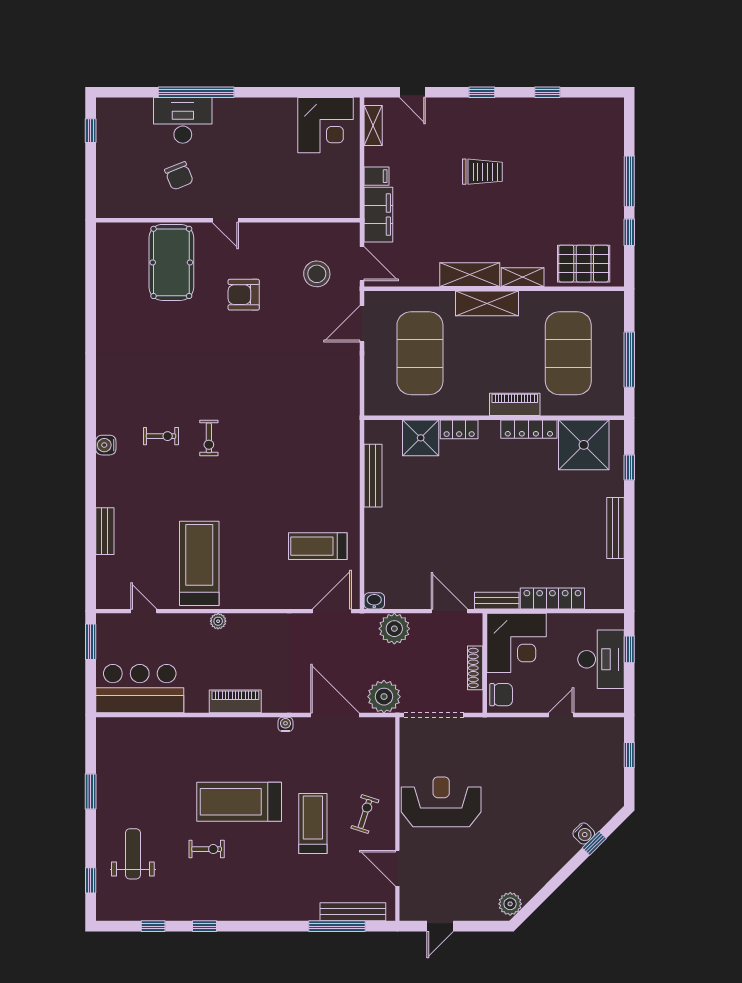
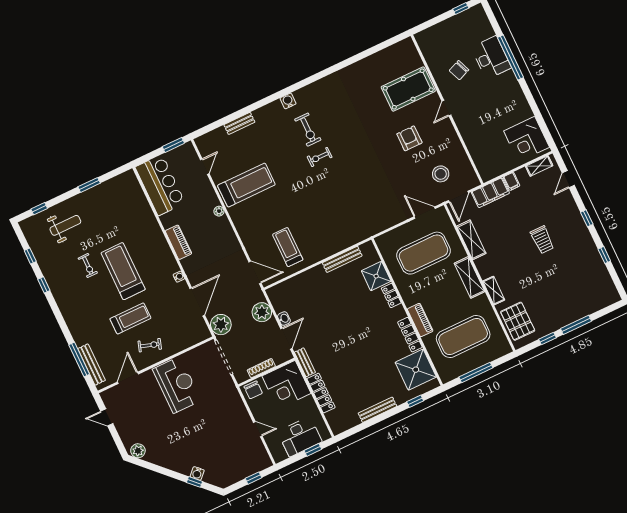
shelving: (470, 275) -> (471, 240), moved
exercise bike: (161, 436) -> (308, 130), width x1.38, depth x1.39
washbasin: (374, 601) -> (284, 319), moved

